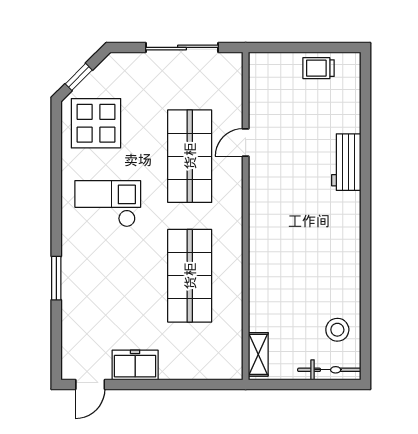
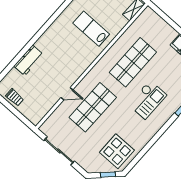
workbench: (346, 162) -> (29, 60), moved
checkout: (108, 204) -> (147, 100), moved, turned -90
lab bench: (296, 270) -> (91, 29), added

